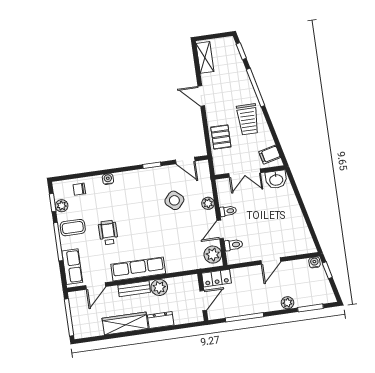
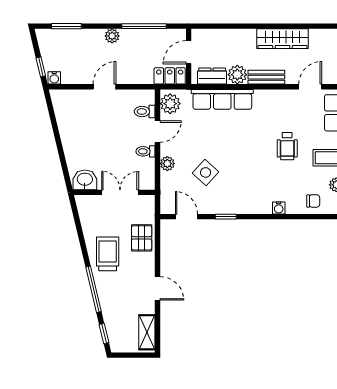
filing cabinet: (270, 155) -> (88, 210), removed
row of seats: (138, 269) -> (222, 99), moved
plant: (287, 303) -> (112, 36), moved
dresser: (161, 320) -> (212, 76), moved, turned 180

